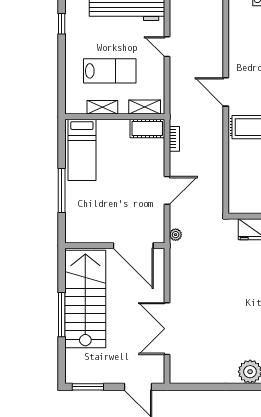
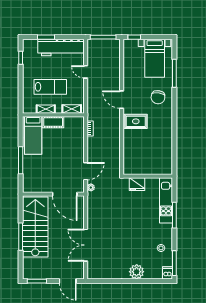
cot: (147, 128) -> (53, 122), moved
door: (167, 190) -> (86, 171), moved

